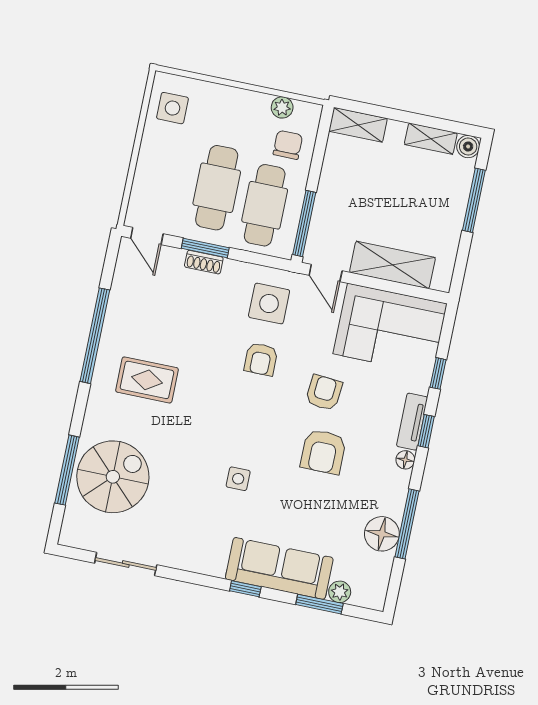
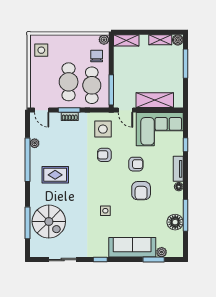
plant: (282, 107) -> (104, 40), moved
plant: (117, 304) -> (35, 143), added
armchair: (261, 359) -> (104, 155), turned 90
armchair: (324, 393) -> (136, 164), turned 85
window: (426, 431) -> (185, 172), removed
spiral stairs: (113, 477) -> (49, 222), turned 90
window: (245, 589) -> (100, 260), moved

